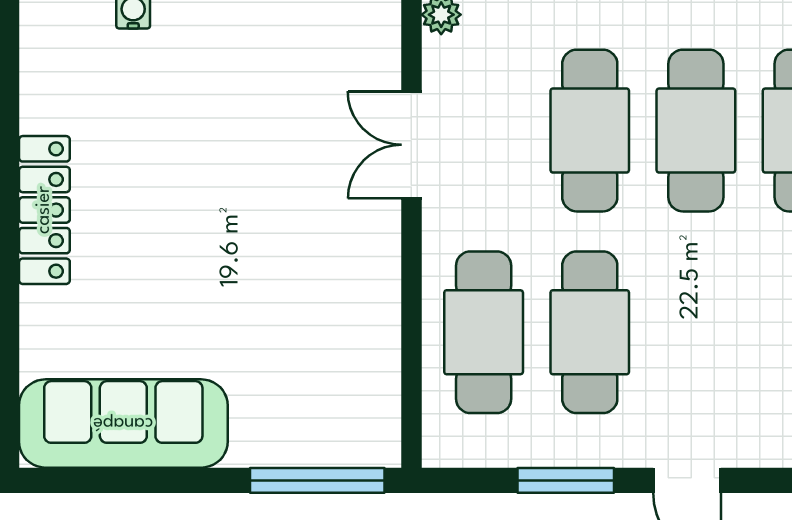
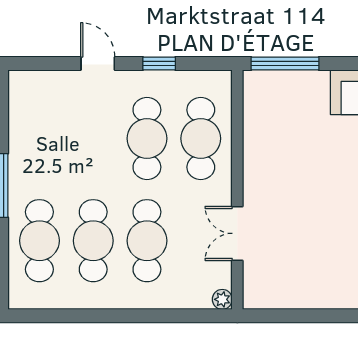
double door: (411, 145) -> (237, 233), swing flipped
window: (566, 480) -> (159, 63), width x0.67

